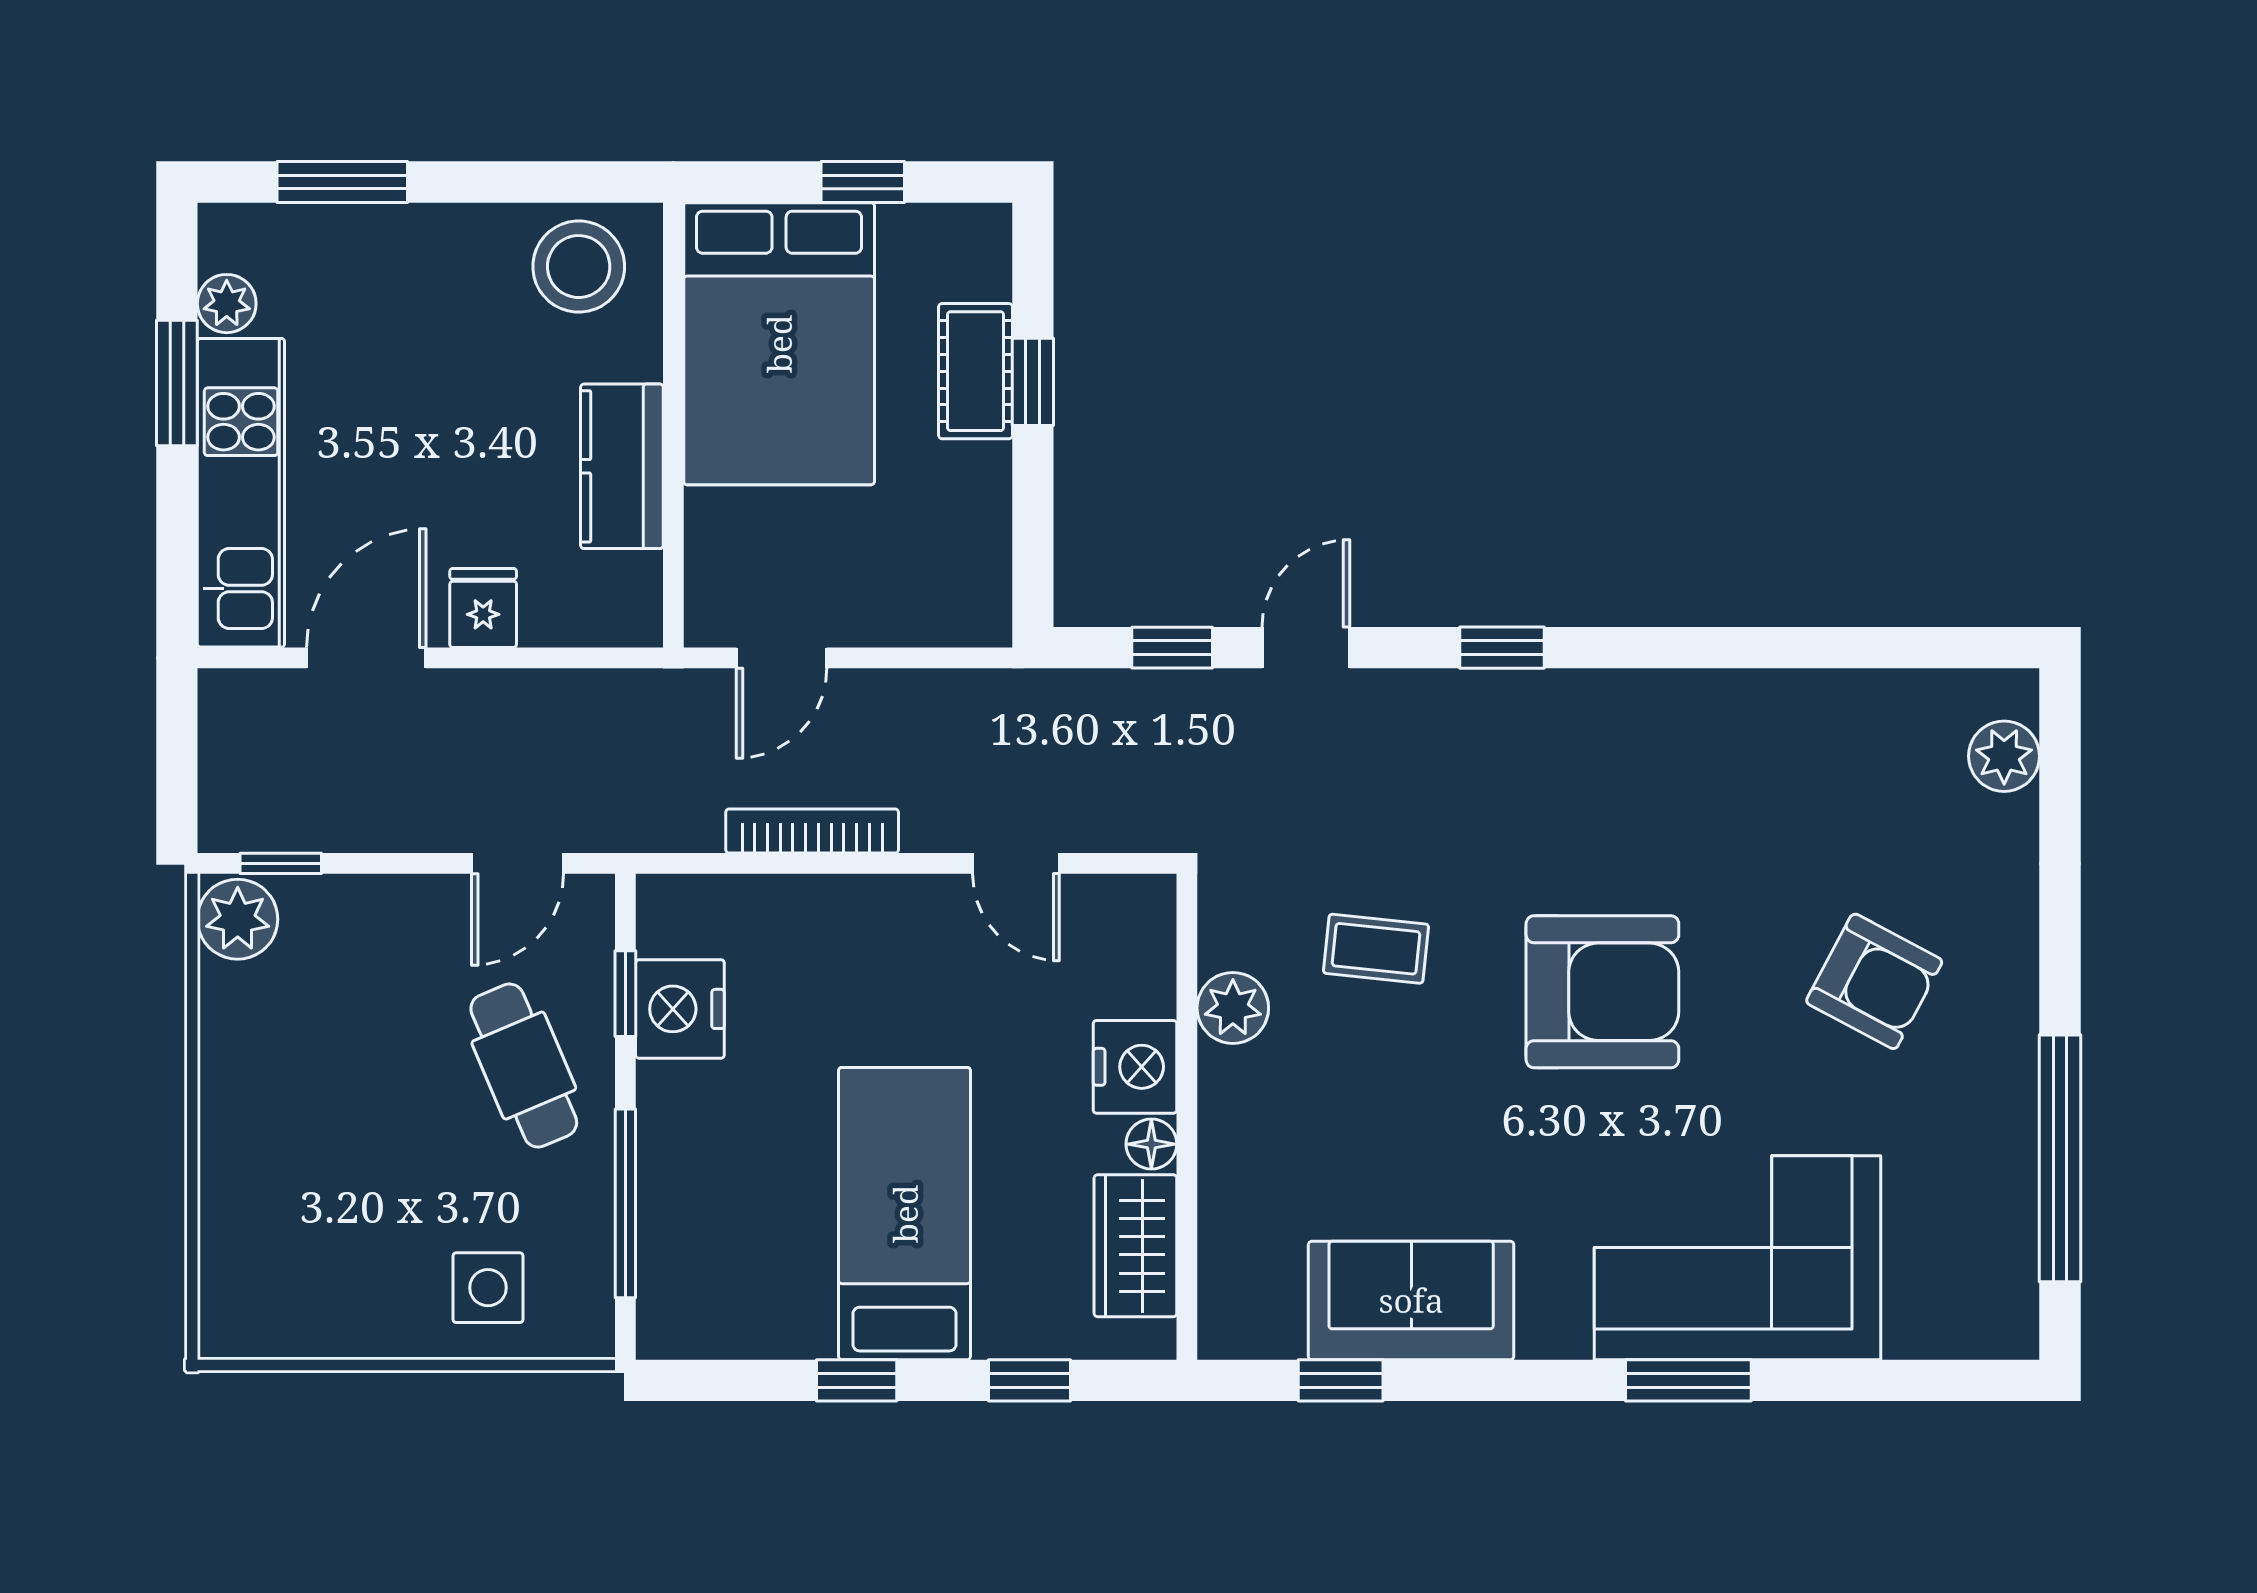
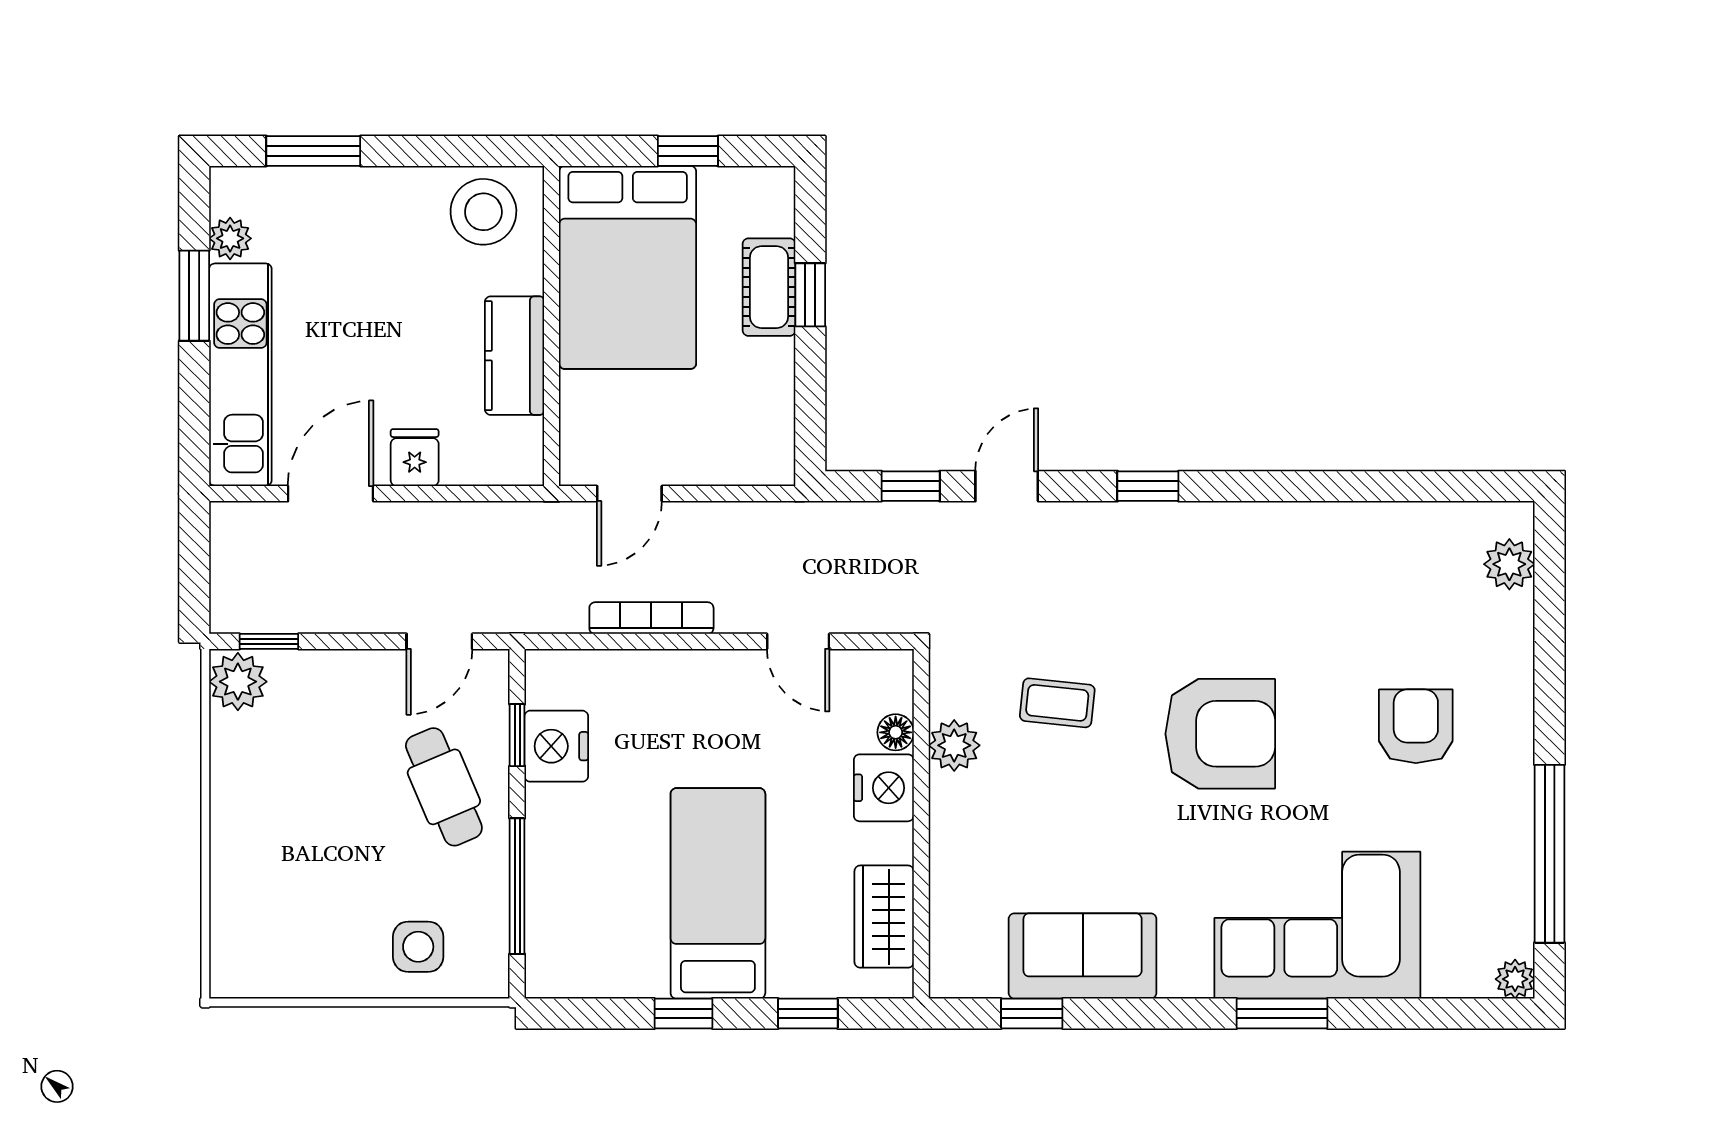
armchair: (1874, 981) -> (1416, 726), turned -118
floor lamp: (1151, 1144) -> (896, 732), moved
plant: (2012, 1333) -> (1515, 979), added

